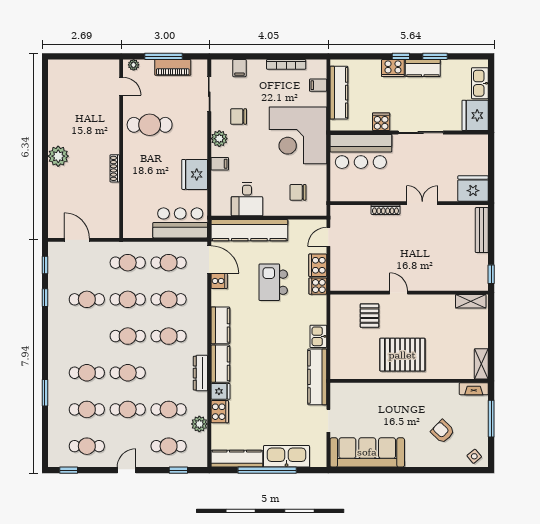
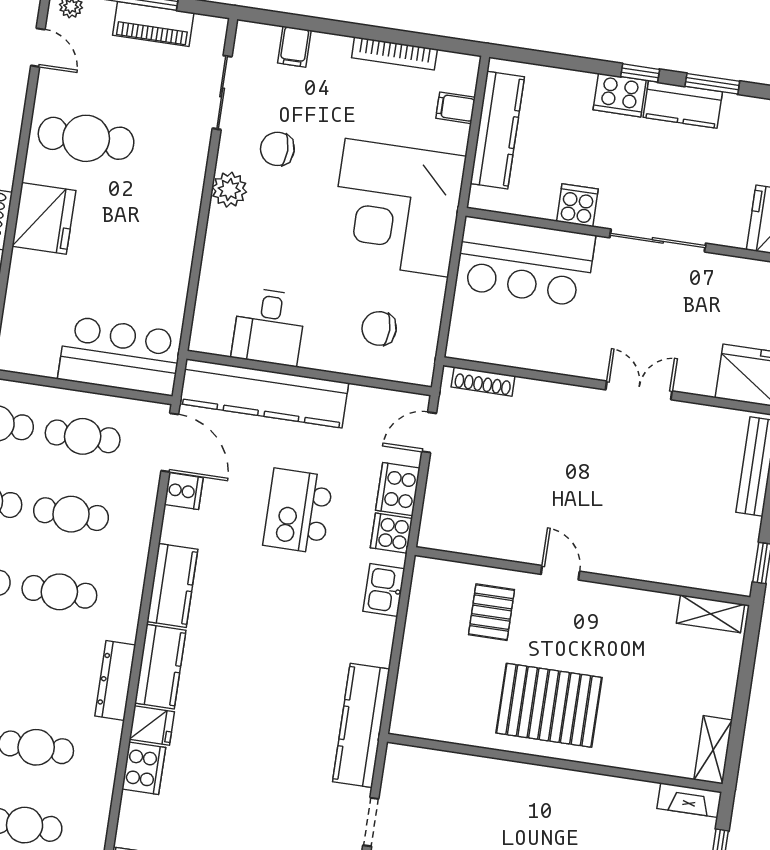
filing cabinet: (220, 164) -> (222, 243), removed
fridge: (195, 174) -> (44, 218), moved, turned 180
shoe rack: (385, 210) -> (483, 381), moved
kitchen sink: (318, 336) -> (384, 590), moved
plant: (199, 424) -> (97, 788), removed

